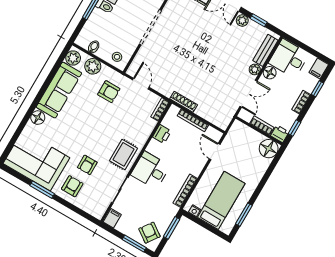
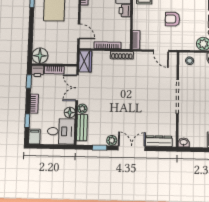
armchair: (109, 92) -> (172, 19), moved
wardrobe: (225, 116) -> (85, 61), added
printer: (162, 134) -> (125, 11), moved

